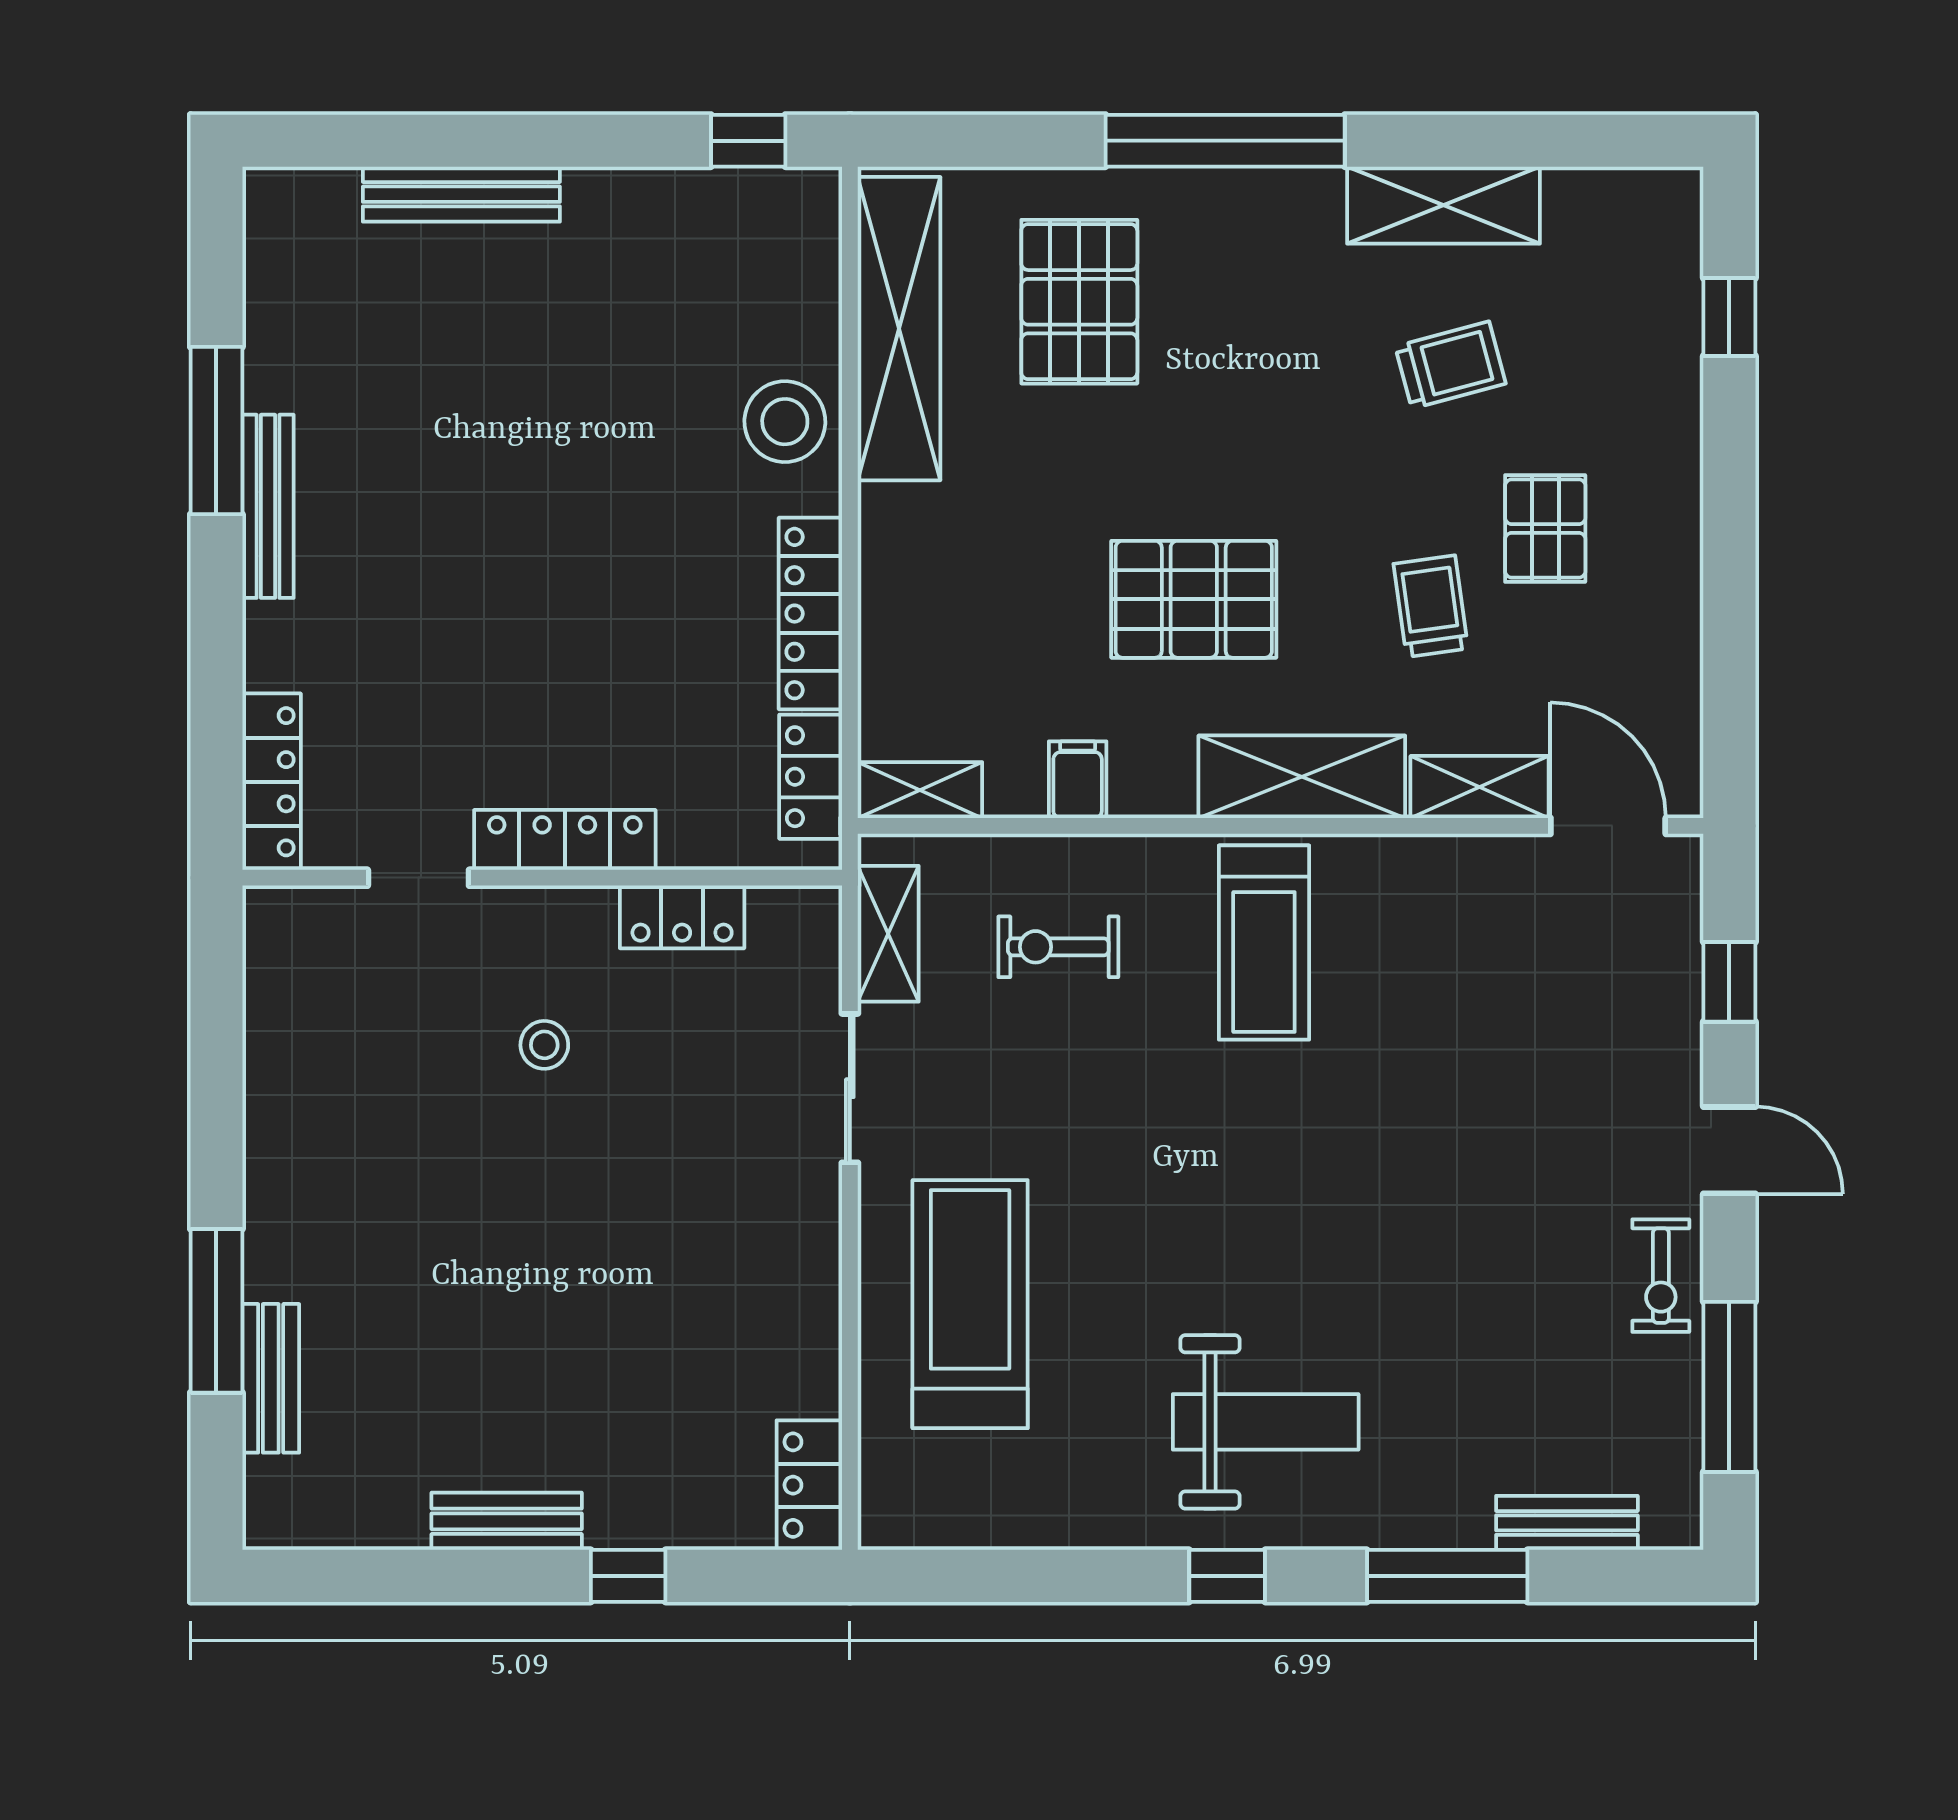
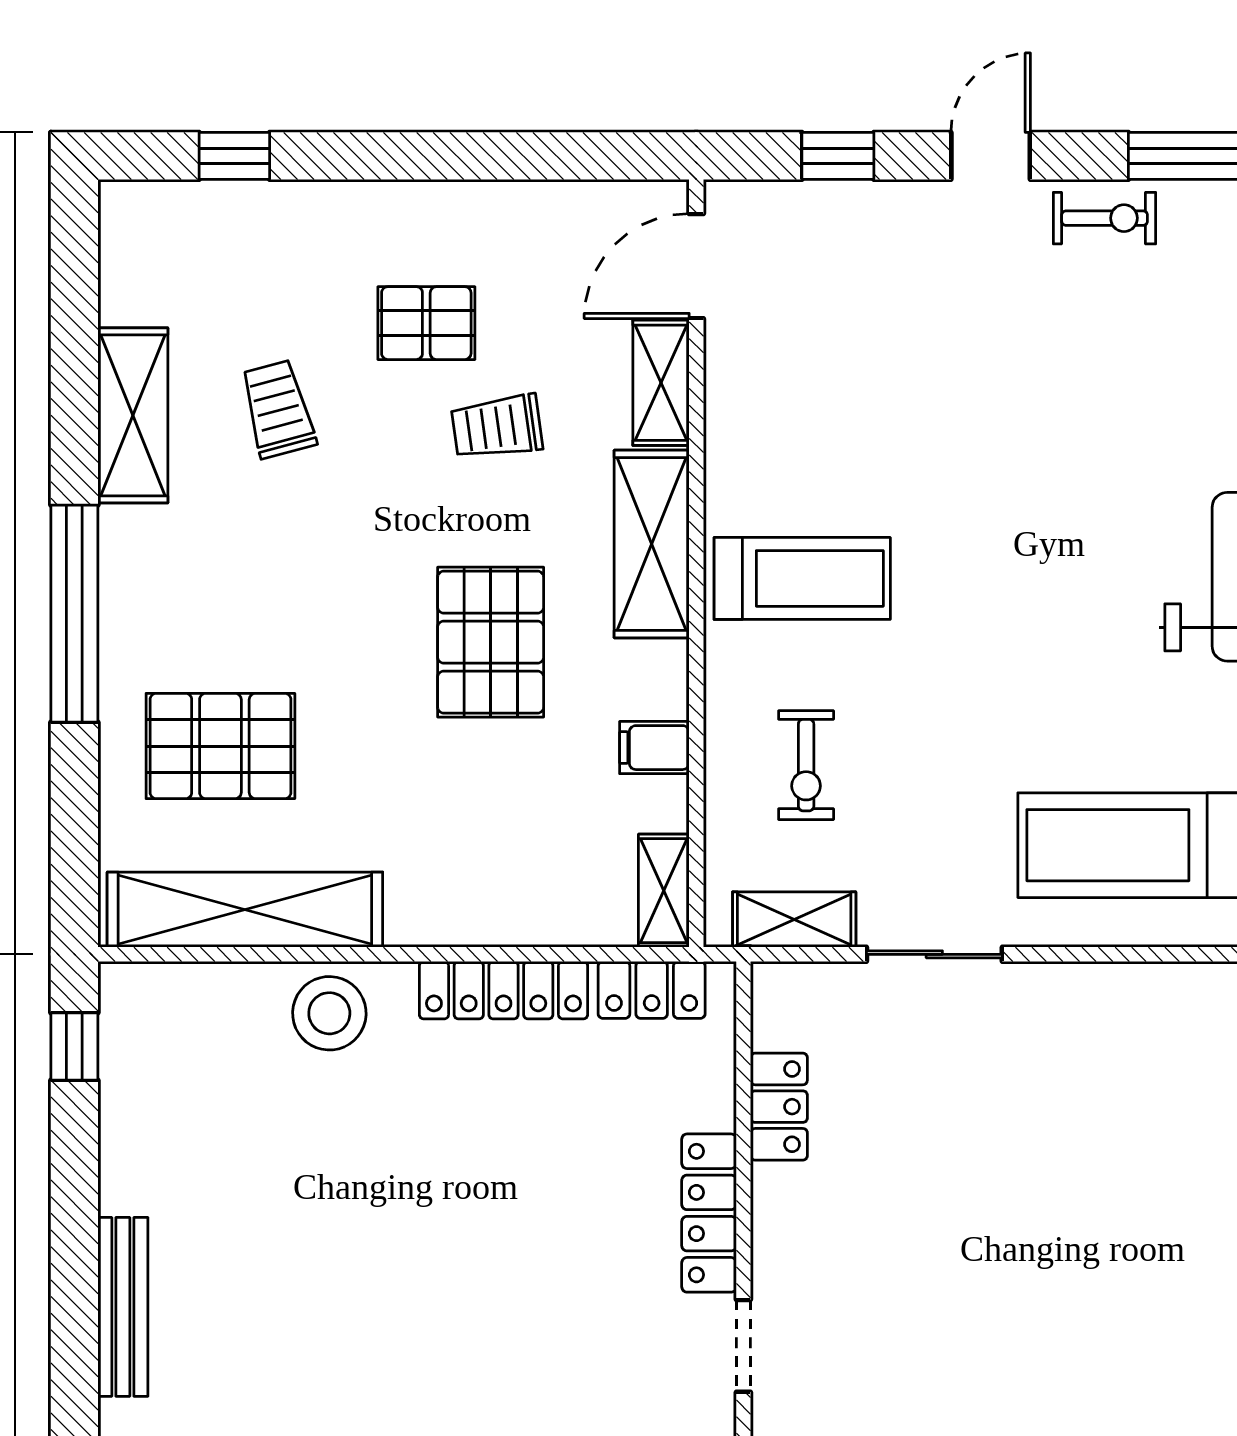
stool: (544, 1045) -> (895, 1232), removed

